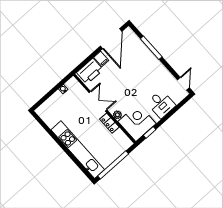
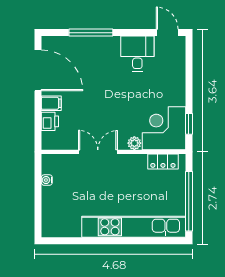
printer: (90, 71) -> (50, 121), width x0.53, depth x0.68
desk: (161, 104) -> (137, 54), moved, turned -90
locker: (109, 123) -> (163, 162), moved

